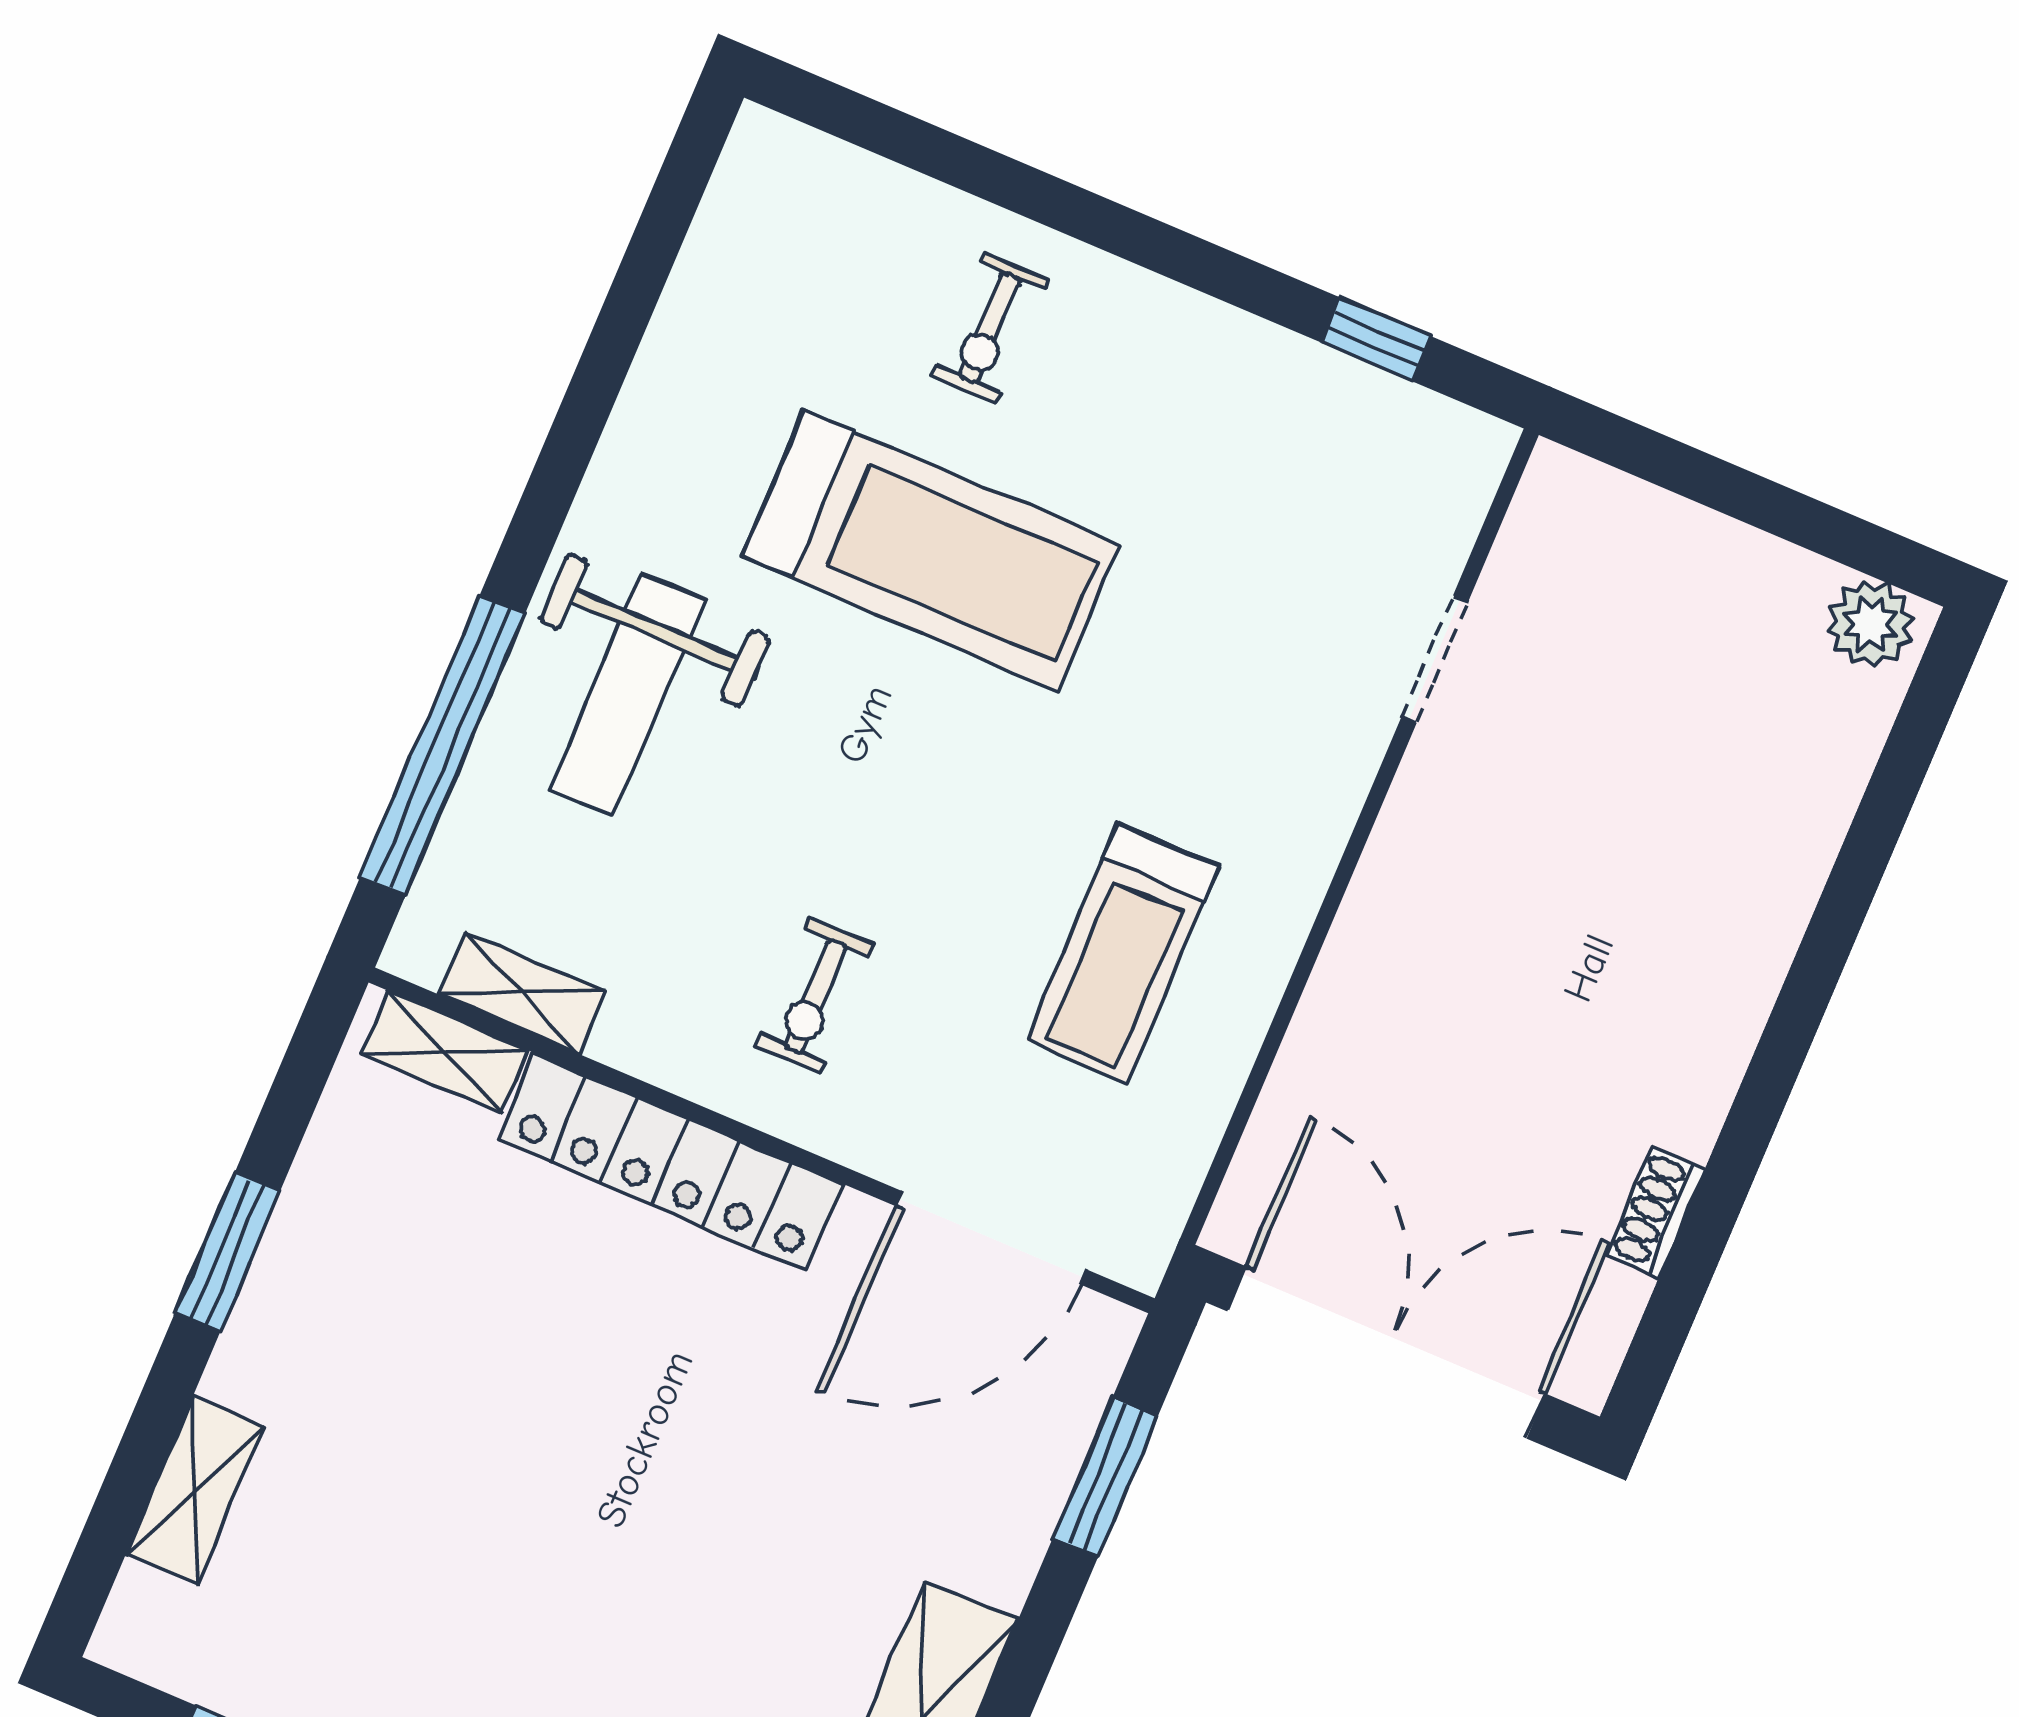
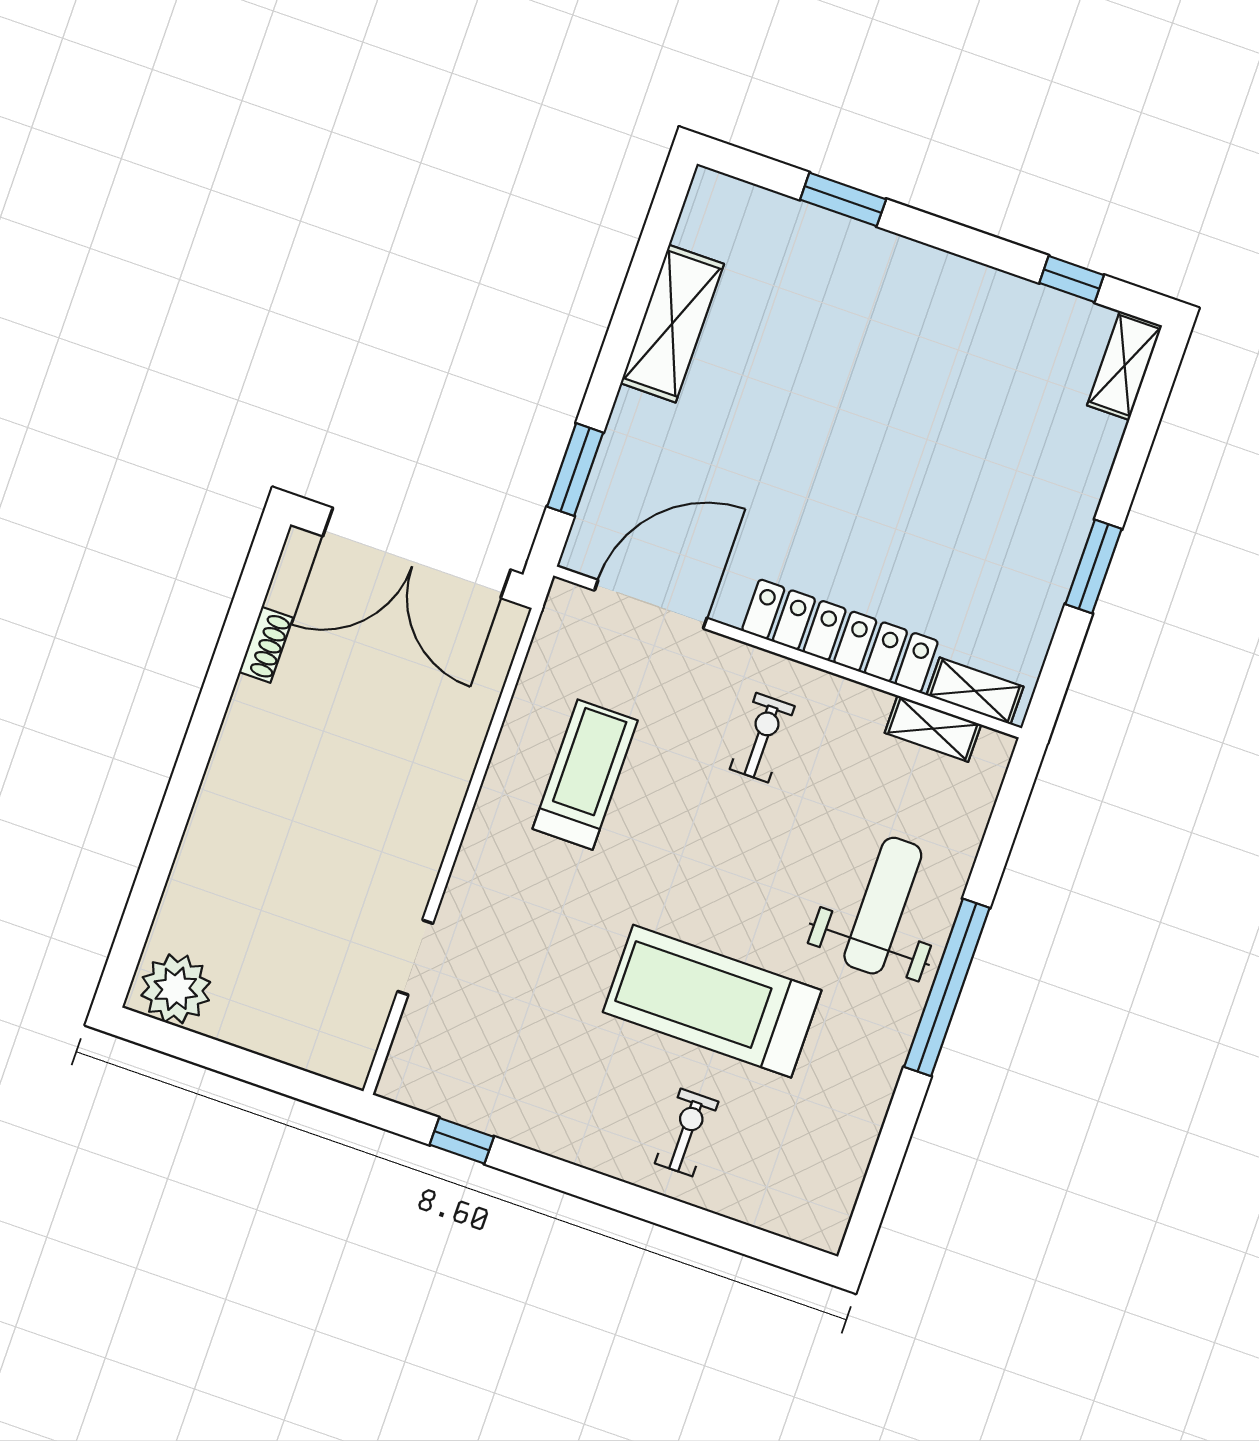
plant: (1870, 624) -> (176, 989), width x1.36, depth x1.36
window: (443, 745) -> (947, 987), moved
shelving: (195, 1490) -> (1125, 365), moved

